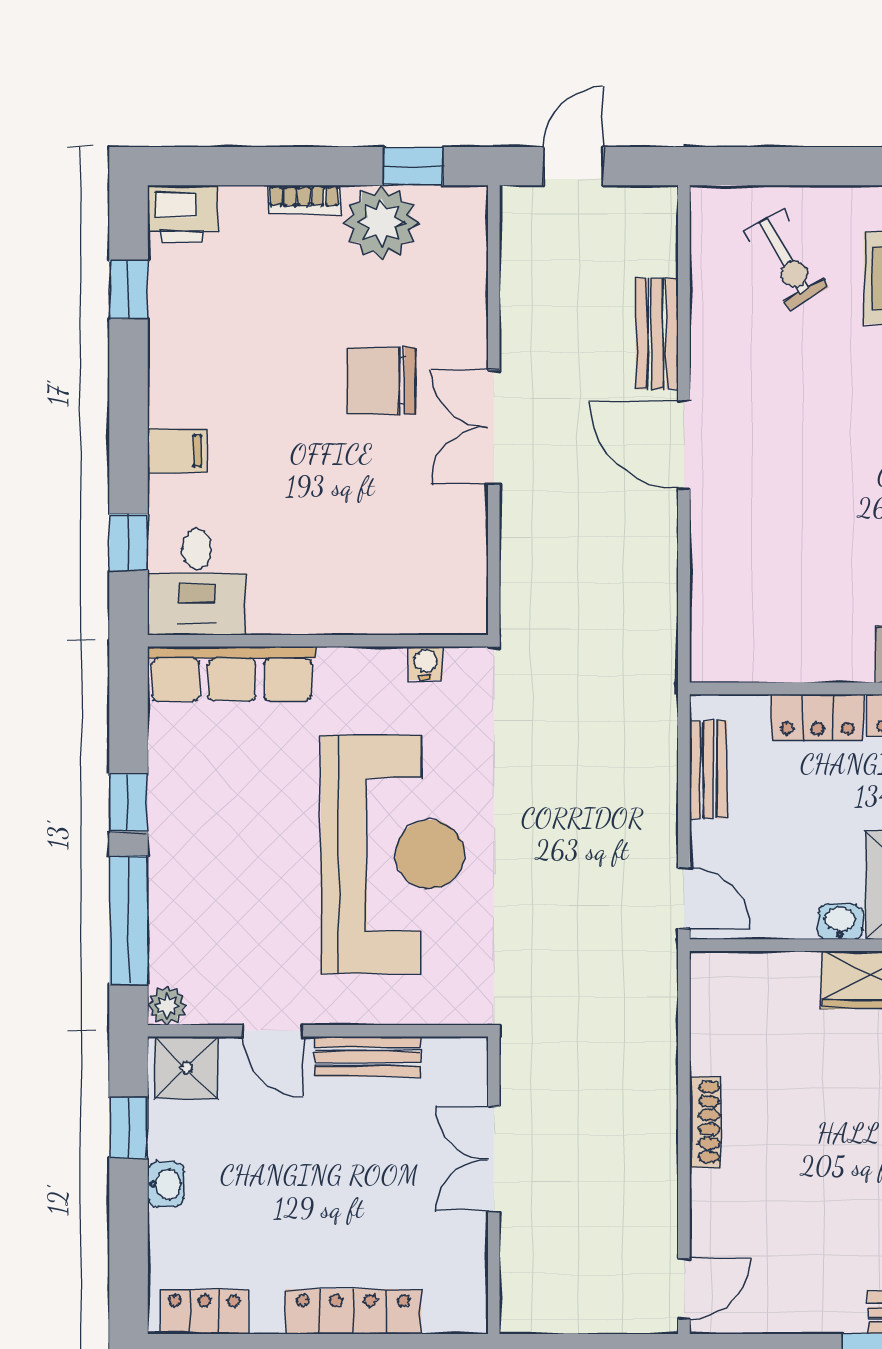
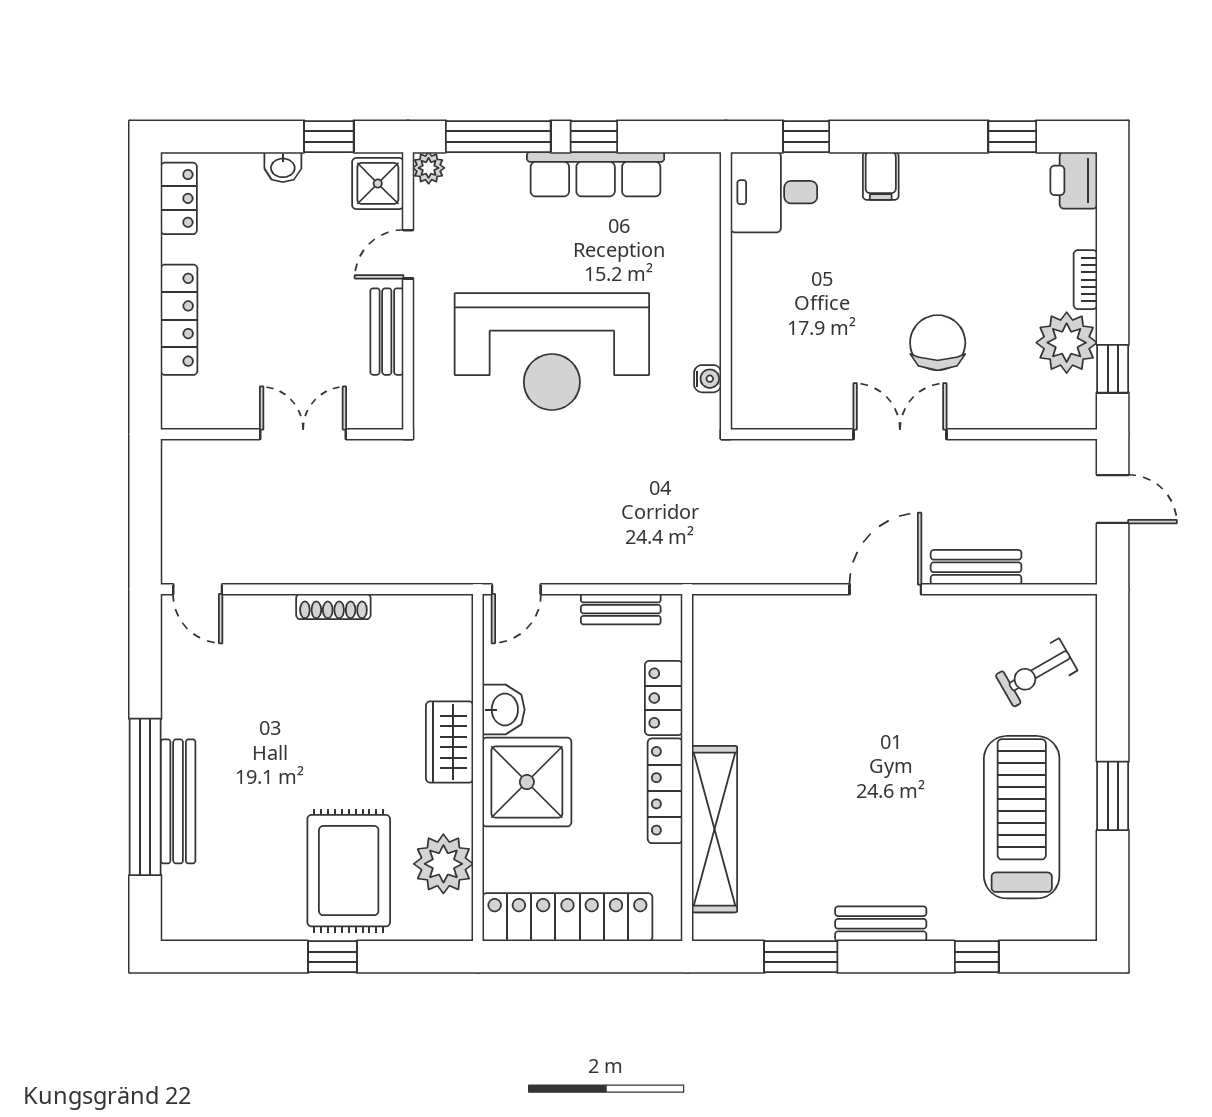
row of seats: (232, 674) -> (596, 174), moved, turned -90
washbasin: (840, 922) -> (504, 710), width x1.38, depth x1.45

